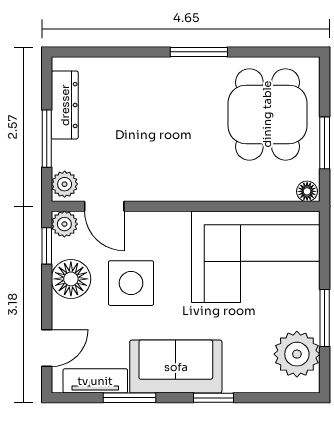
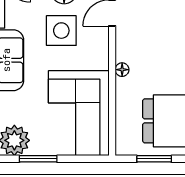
floor lamp: (307, 191) -> (122, 70), moved

